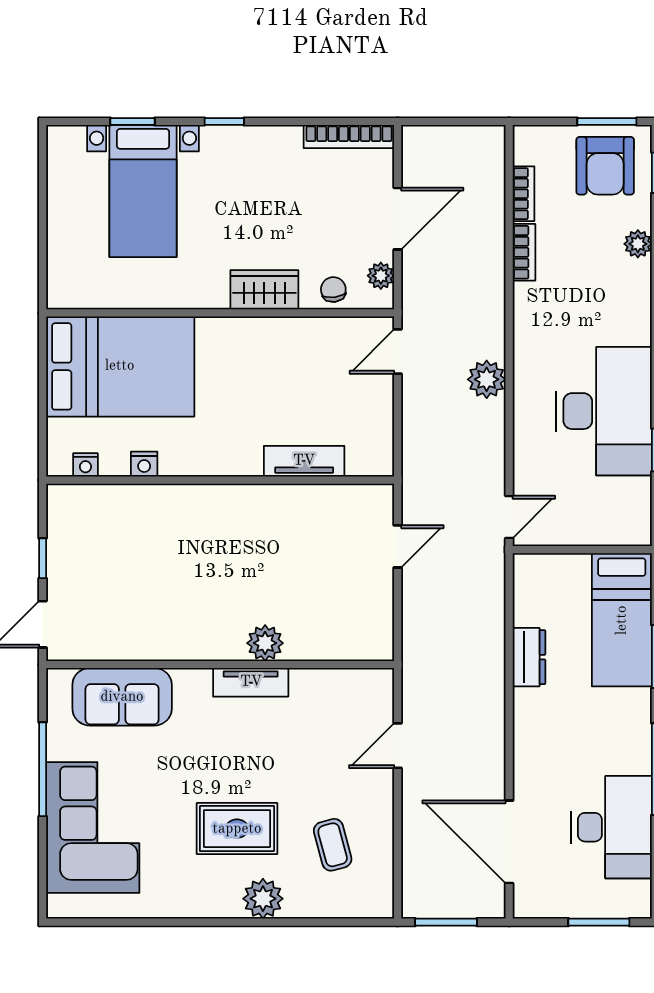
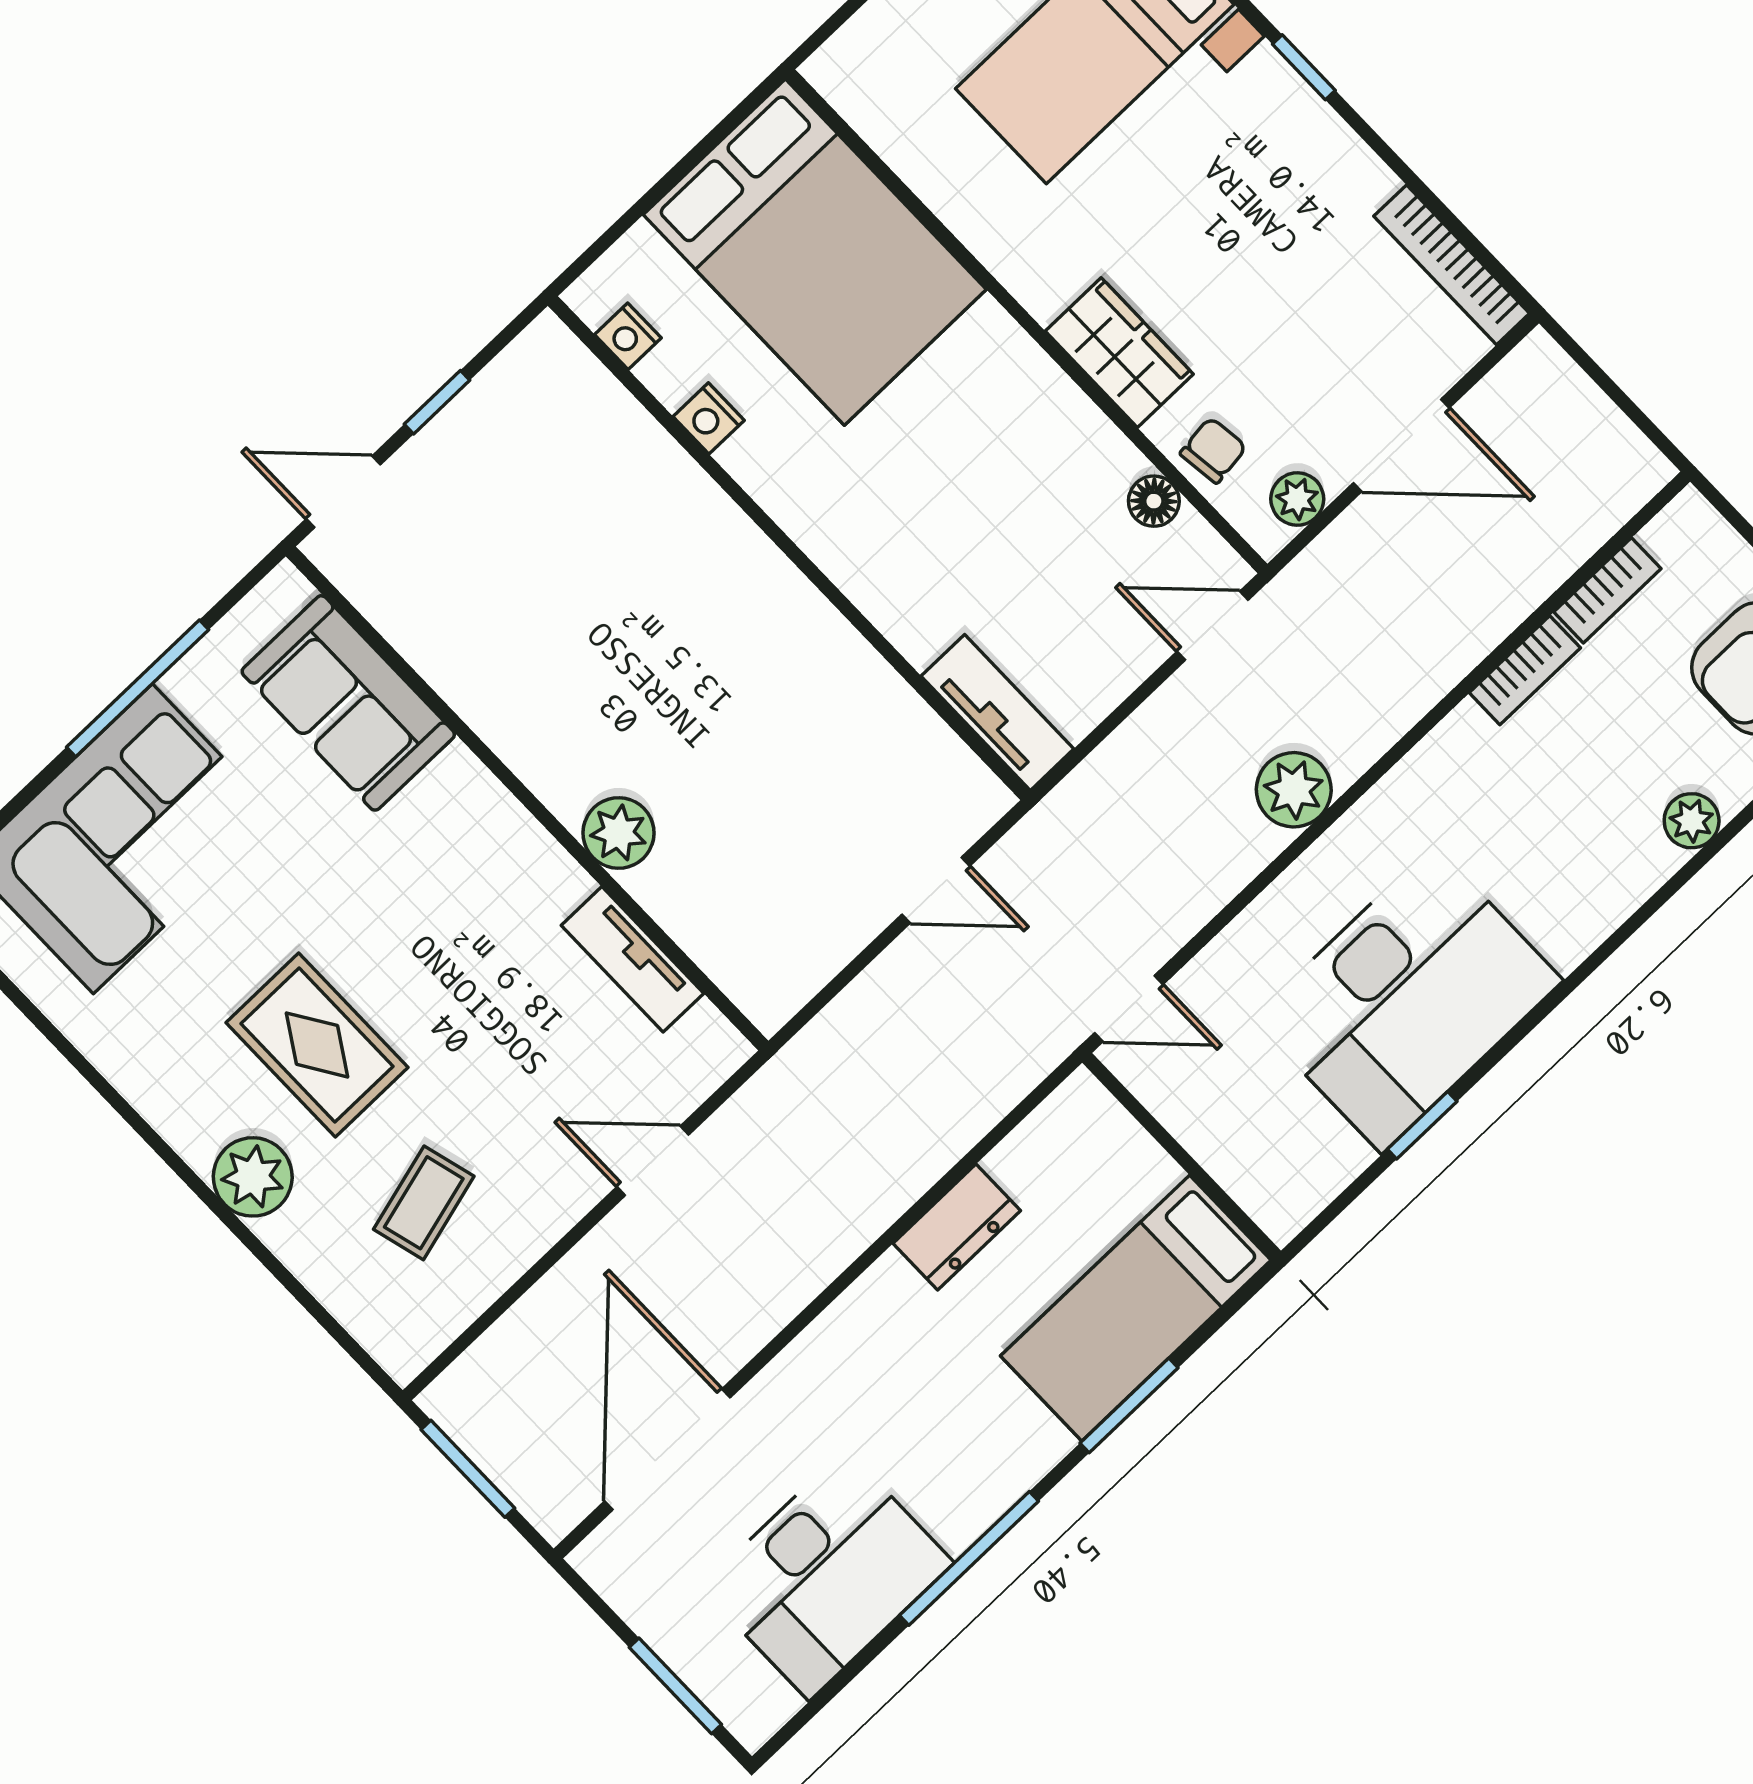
floor lamp: (331, 329) -> (1154, 501), added
tv unit: (304, 461) -> (997, 712), moved
tv unit: (251, 682) -> (632, 959), moved

